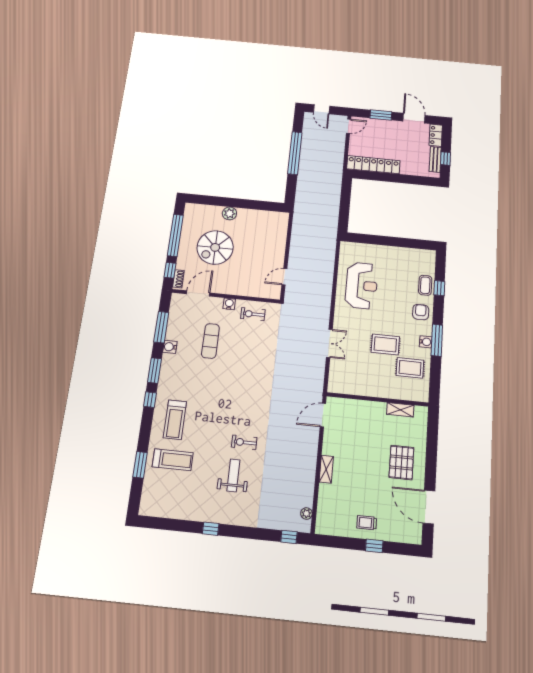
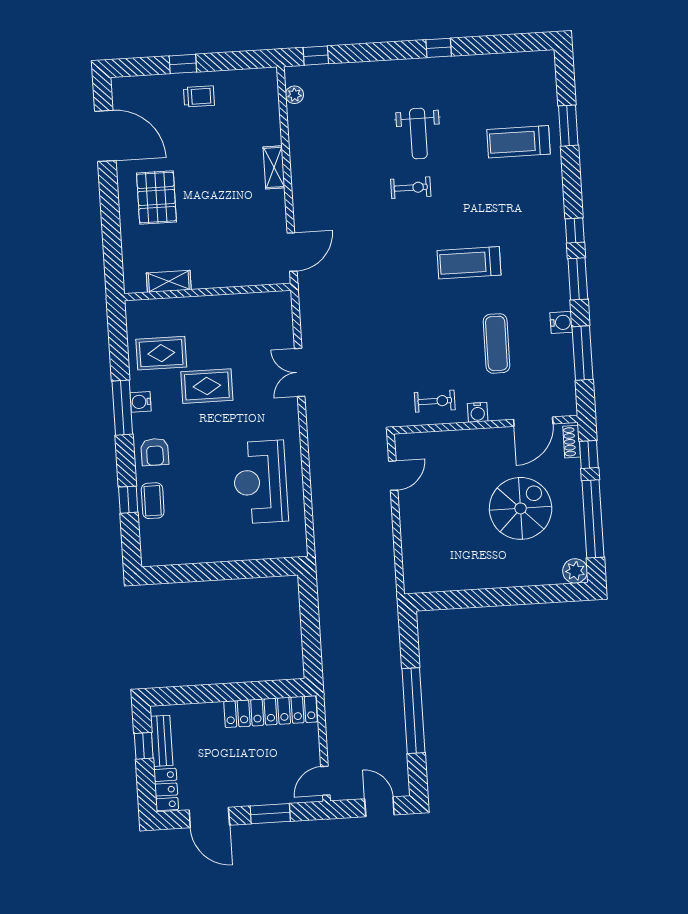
plant: (229, 213) -> (575, 571), moved
treadmill: (175, 420) -> (469, 263), moved, turned -90

